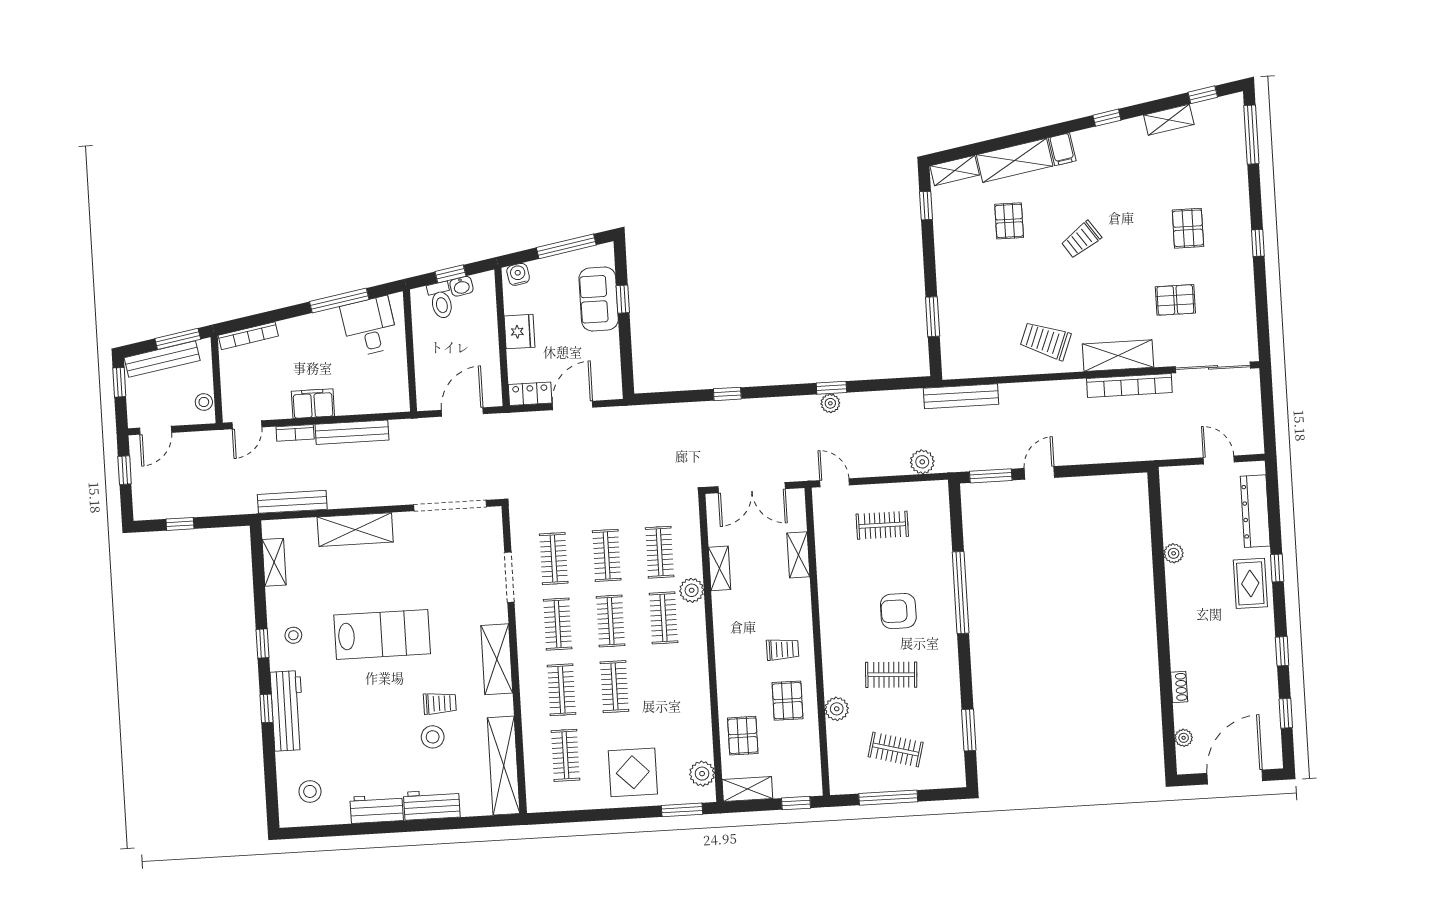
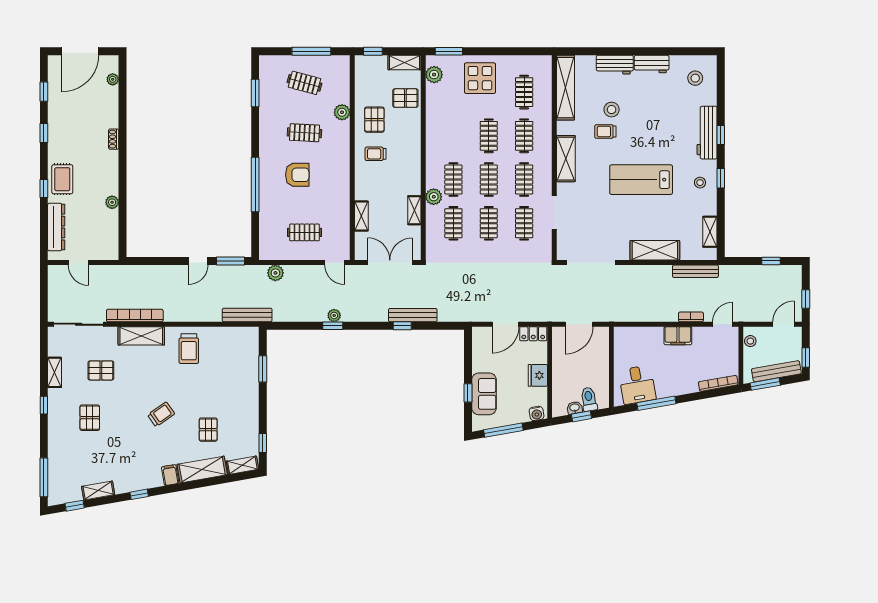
shelving: (1245, 293) -> (55, 372), added
trolley: (1045, 341) -> (189, 349), turned 69
bench: (352, 432) -> (413, 315), moved
shoe rack: (1179, 687) -> (114, 139), moved
pallet: (743, 736) -> (405, 98), turned 90

